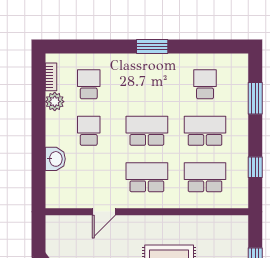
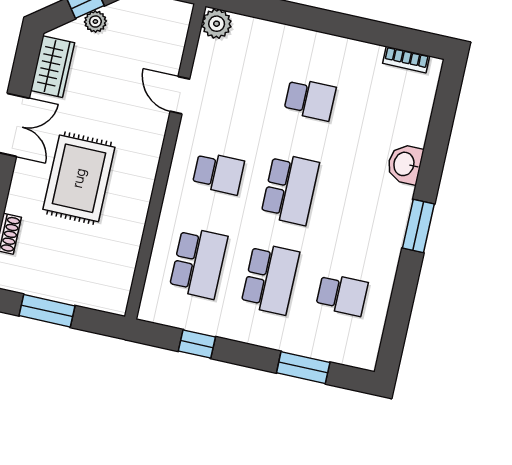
school desk: (89, 84) -> (382, 115), removed
plant: (55, 102) -> (217, 24), moved
washbasin: (55, 159) -> (405, 164), moved, turned 90
school desk: (147, 177) -> (218, 173), width x0.54

